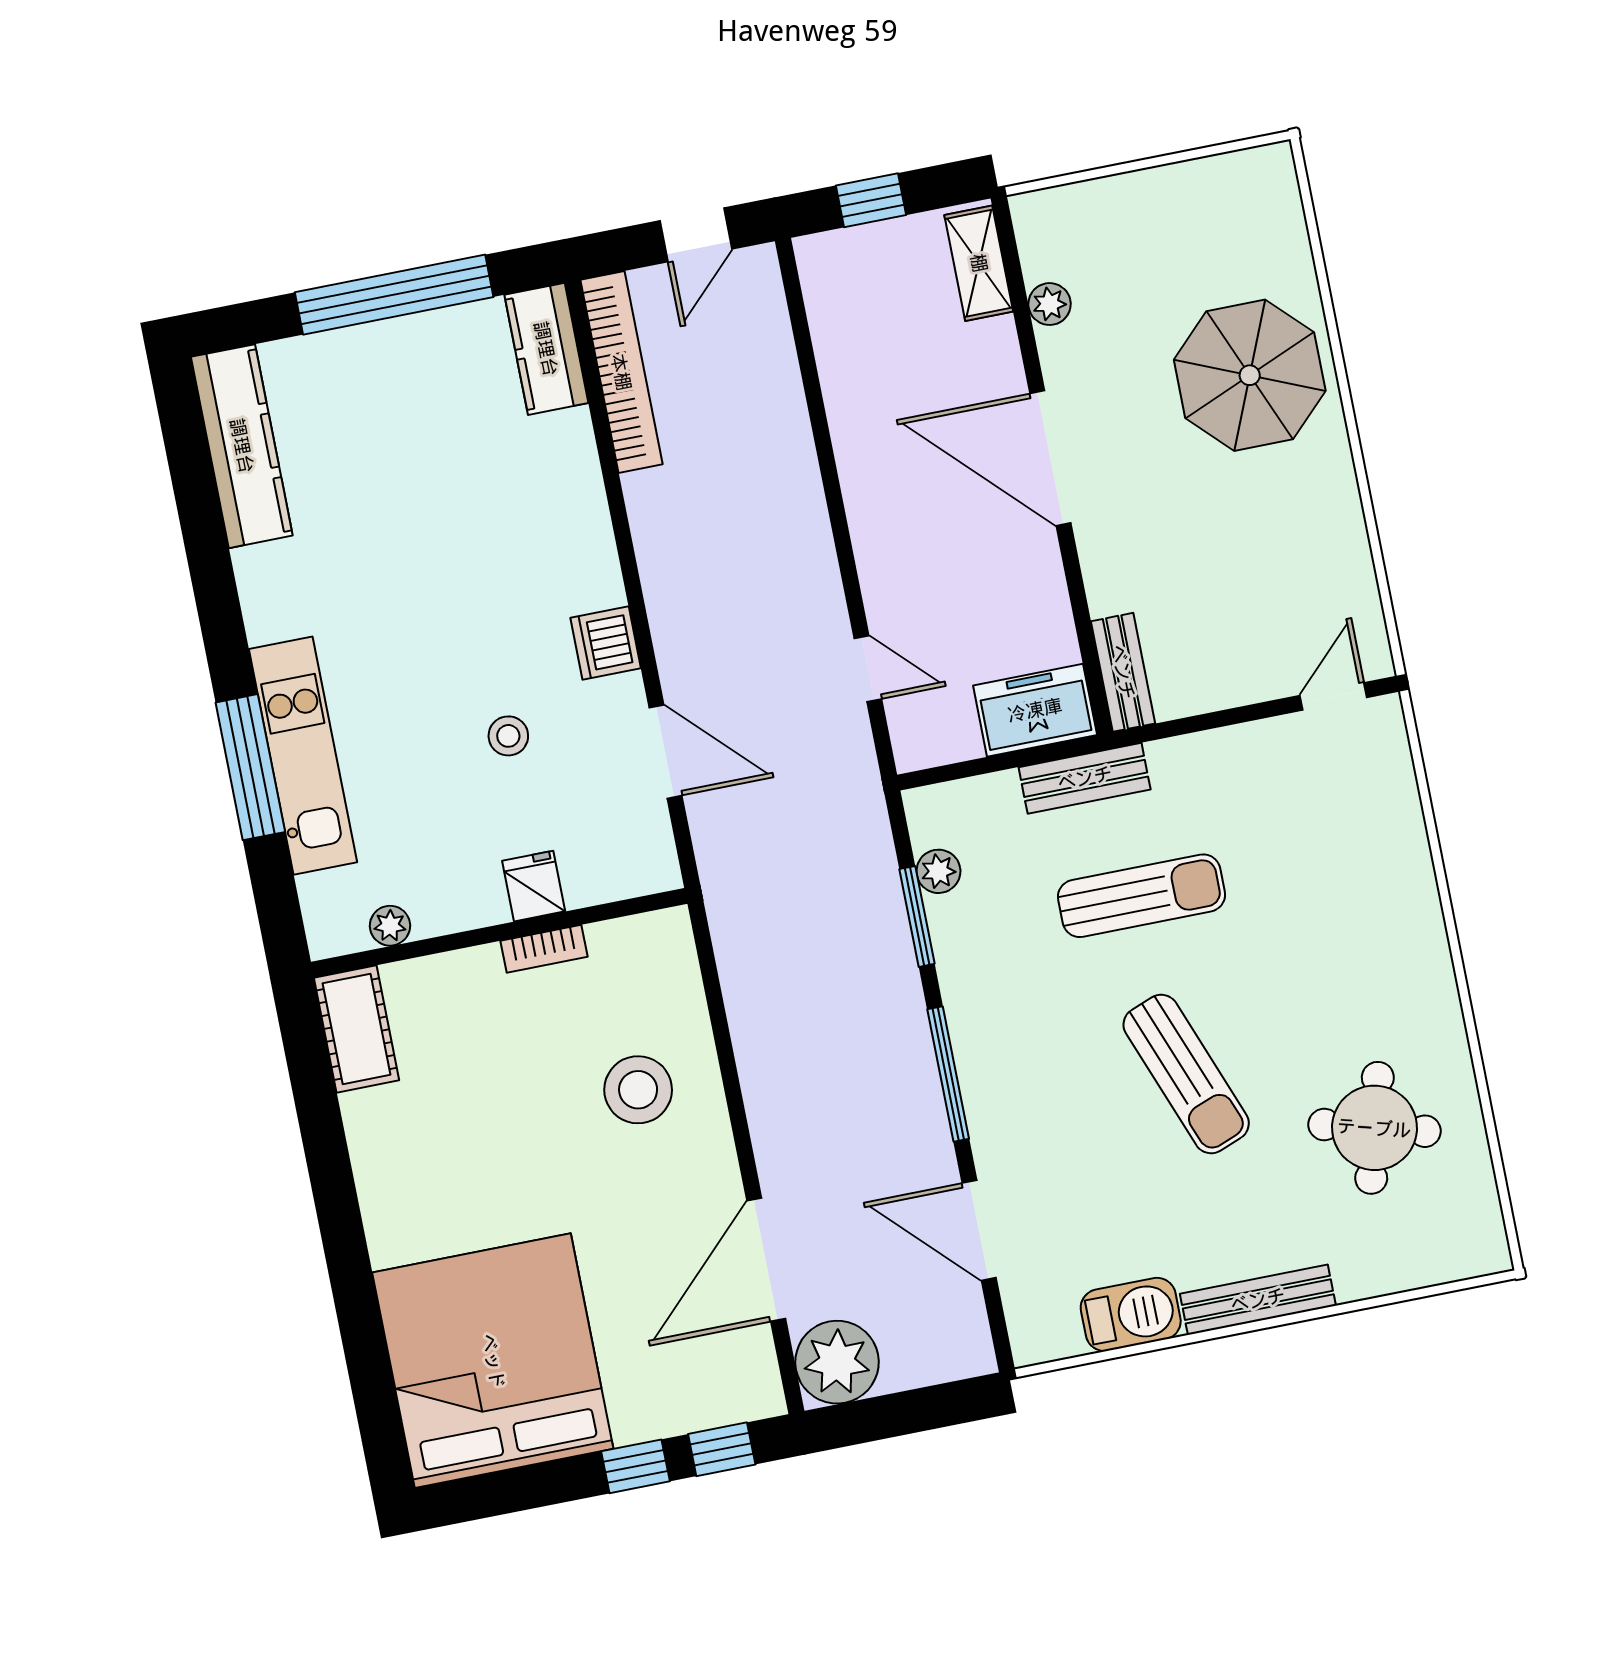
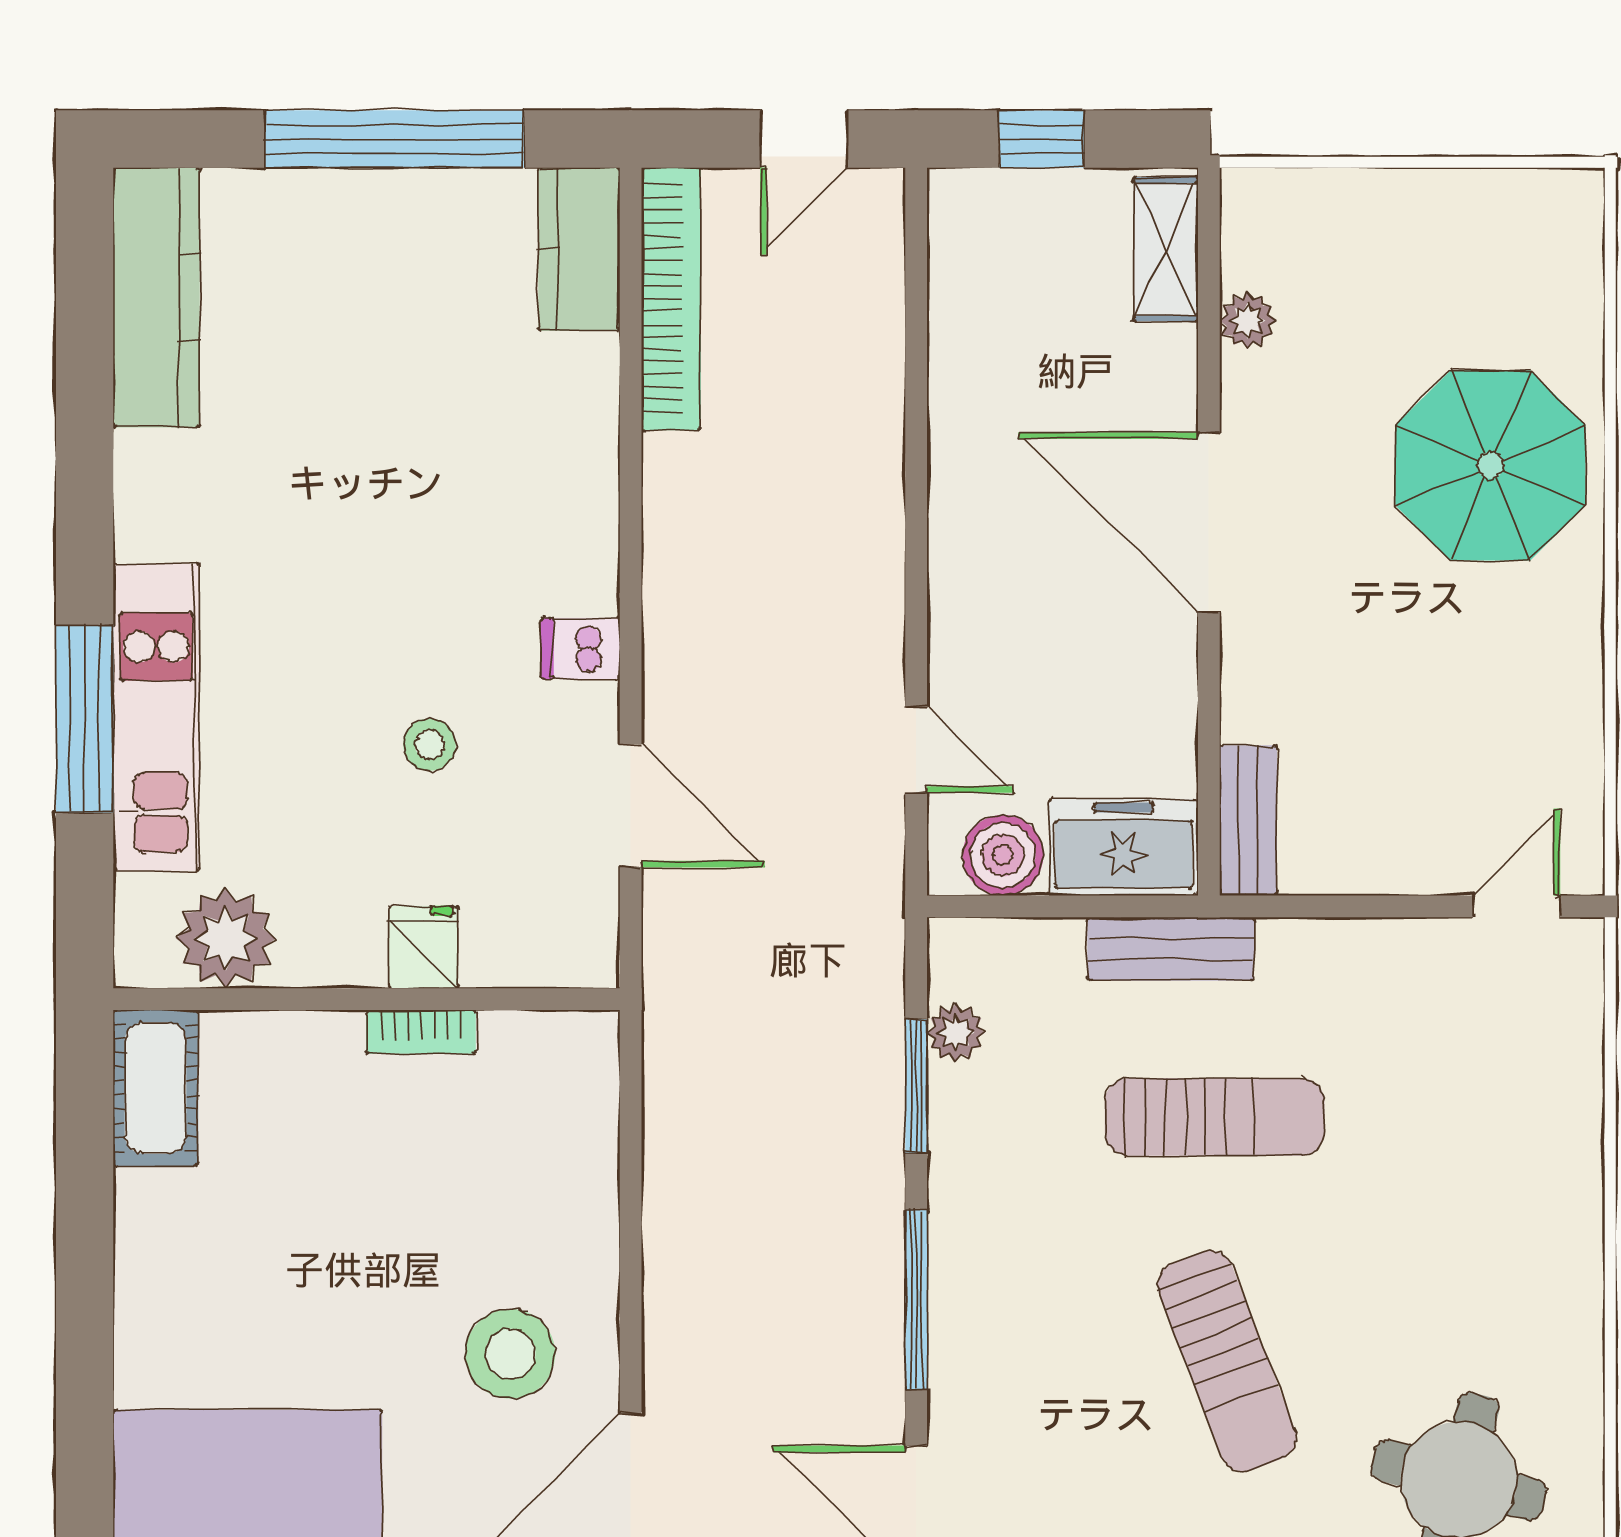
dishwasher: (606, 643) -> (580, 649), width x0.73
boiler: (947, 734) -> (1003, 855), added
plant: (390, 926) -> (226, 938), width x1.88, depth x1.88
stool: (638, 1090) -> (510, 1354), moved

